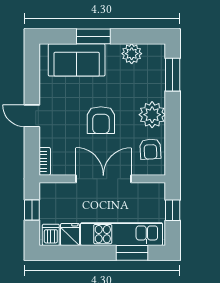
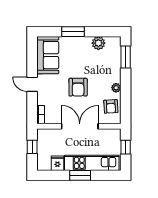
sofa: (77, 60) -> (48, 55), moved, turned -90
plant: (152, 115) -> (116, 88), width x0.53, depth x0.53
dishwasher: (51, 235) -> (45, 163), removed
window: (132, 253) -> (80, 175), moved

